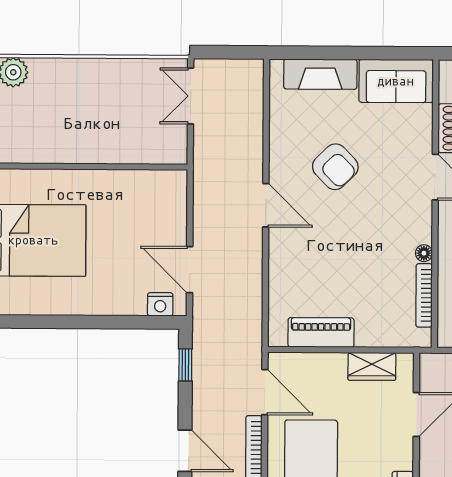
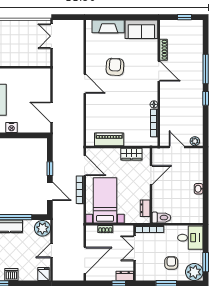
armchair: (335, 167) -> (115, 67), turned -133
nightstand: (160, 304) -> (12, 127), moved
window: (185, 365) -> (50, 169), moved

